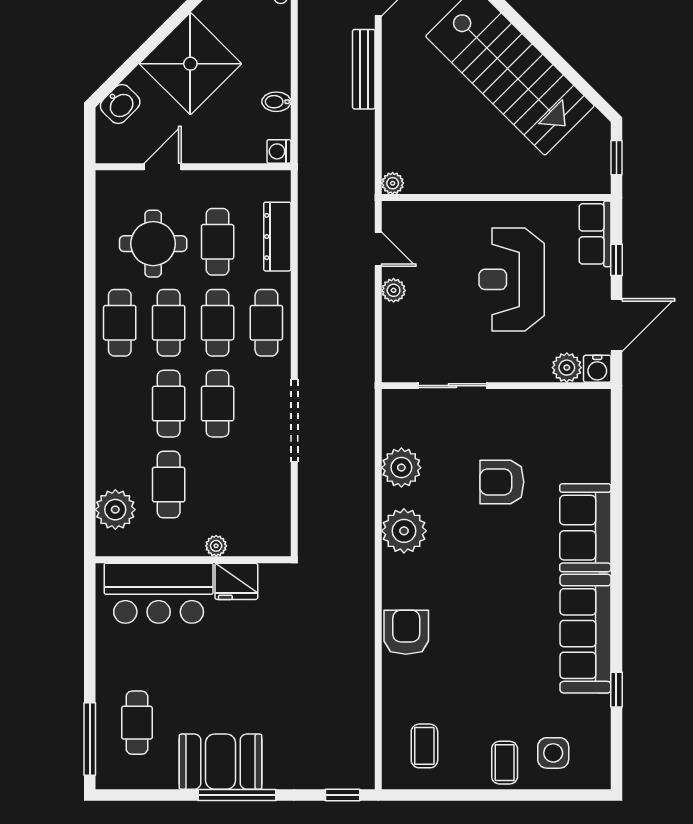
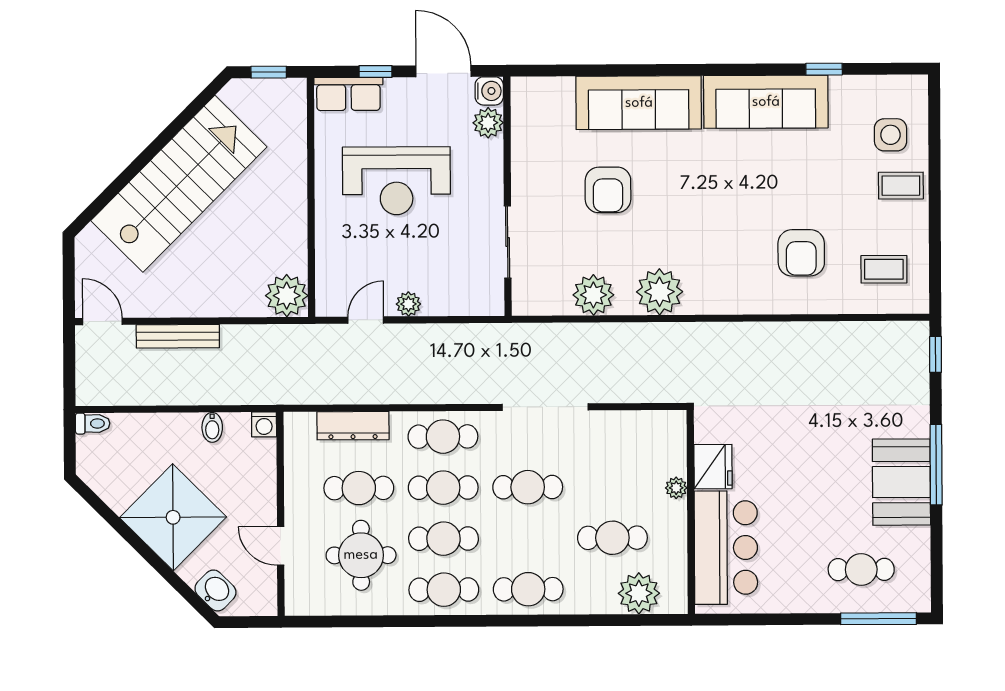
plant: (393, 183) -> (287, 296), width x1.88, depth x1.88
cafe table: (169, 404) -> (528, 589), moved
sofa: (585, 528) -> (639, 103), width x1.36
armchair: (406, 632) -> (801, 253), moved, turned -90

